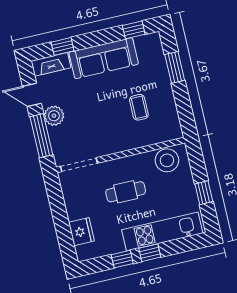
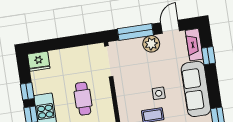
side table: (112, 102) -> (159, 93), added
fridge: (81, 232) -> (39, 61), moved

